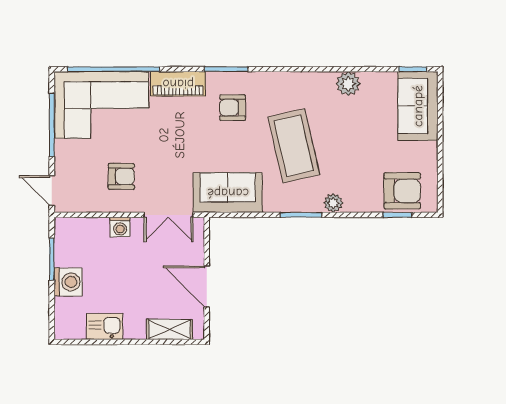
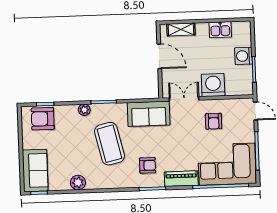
armchair: (121, 176) -> (214, 121), turned -90
washing machine: (120, 227) -> (213, 85), width x1.89, depth x1.89

